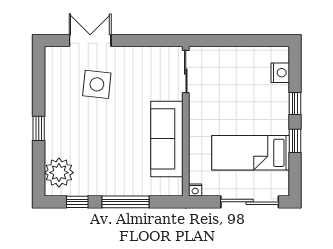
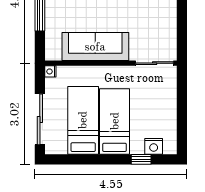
window: (295, 103) -> (141, 159), moved
bed: (252, 117) -> (115, 121), added
window: (295, 141) -> (94, 159), removed

